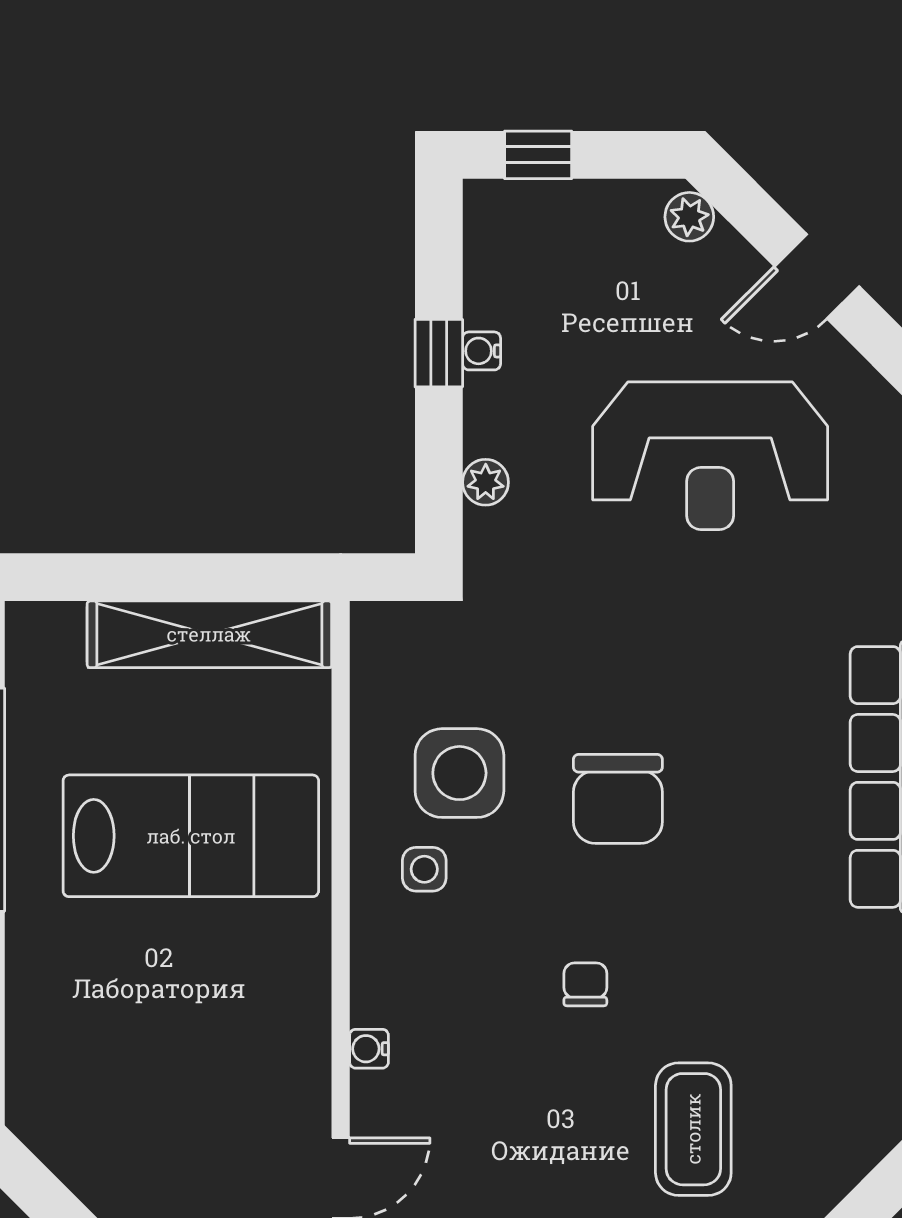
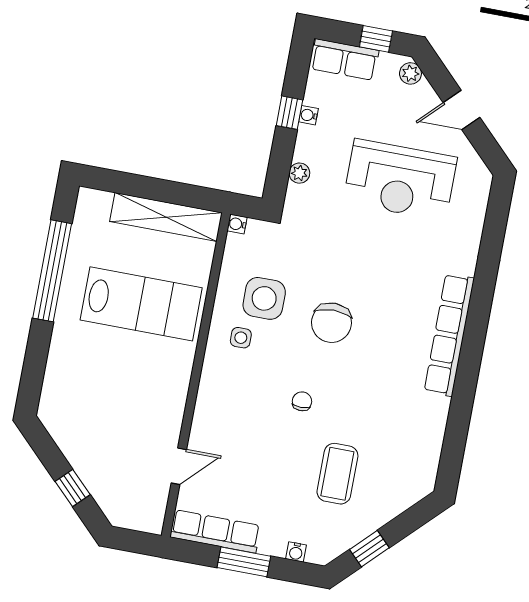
window: (538, 155) -> (376, 39), moved
row of seats: (538, 213) -> (344, 60), added
water cooler: (369, 1049) -> (237, 224), moved

